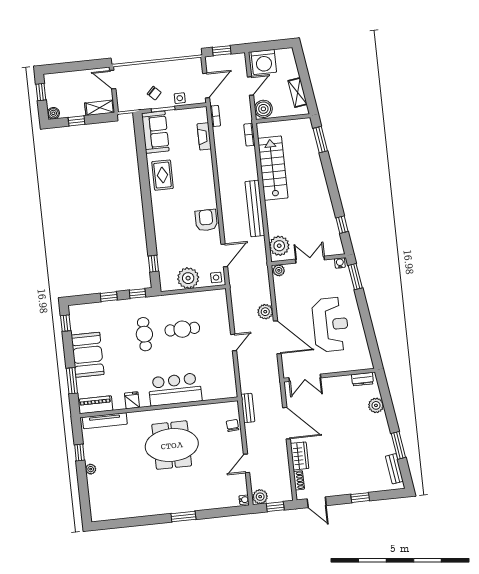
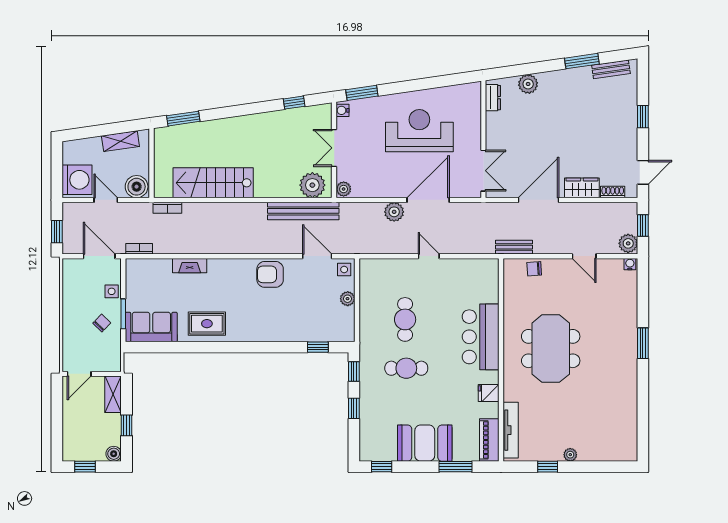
fireplace: (204, 136) -> (190, 266), moved
bench: (255, 208) -> (303, 211), moved
plant: (188, 278) -> (348, 299), width x0.53, depth x0.53

